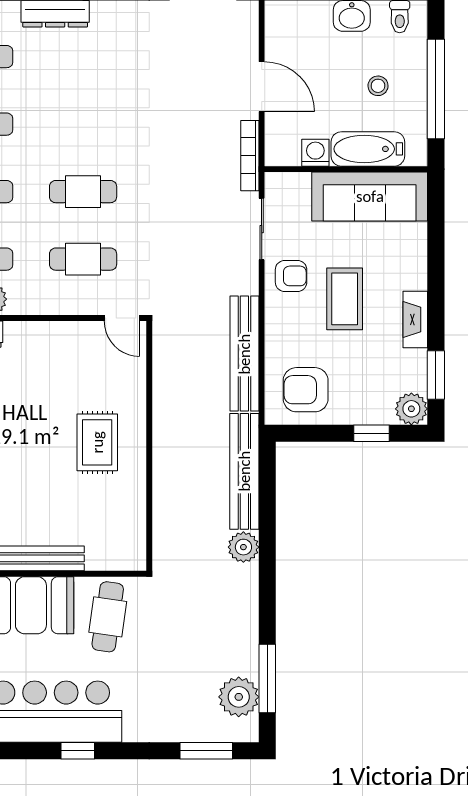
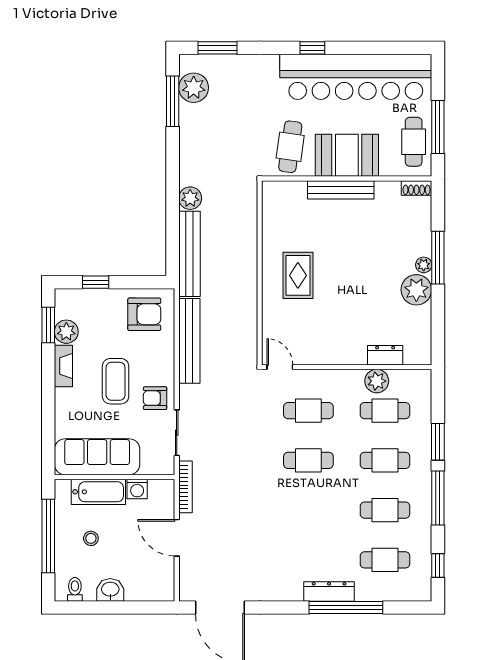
plant: (411, 409) -> (66, 332), moved

